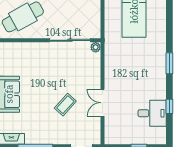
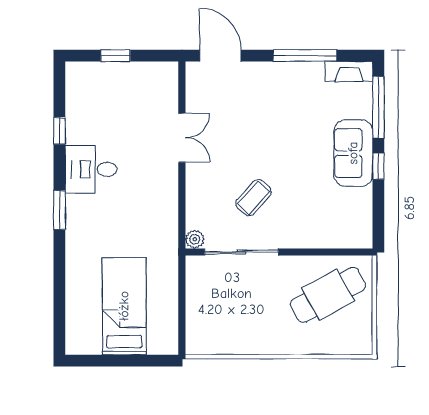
coffee table: (65, 105) -> (253, 198), moved
desk: (152, 113) -> (91, 169), moved

